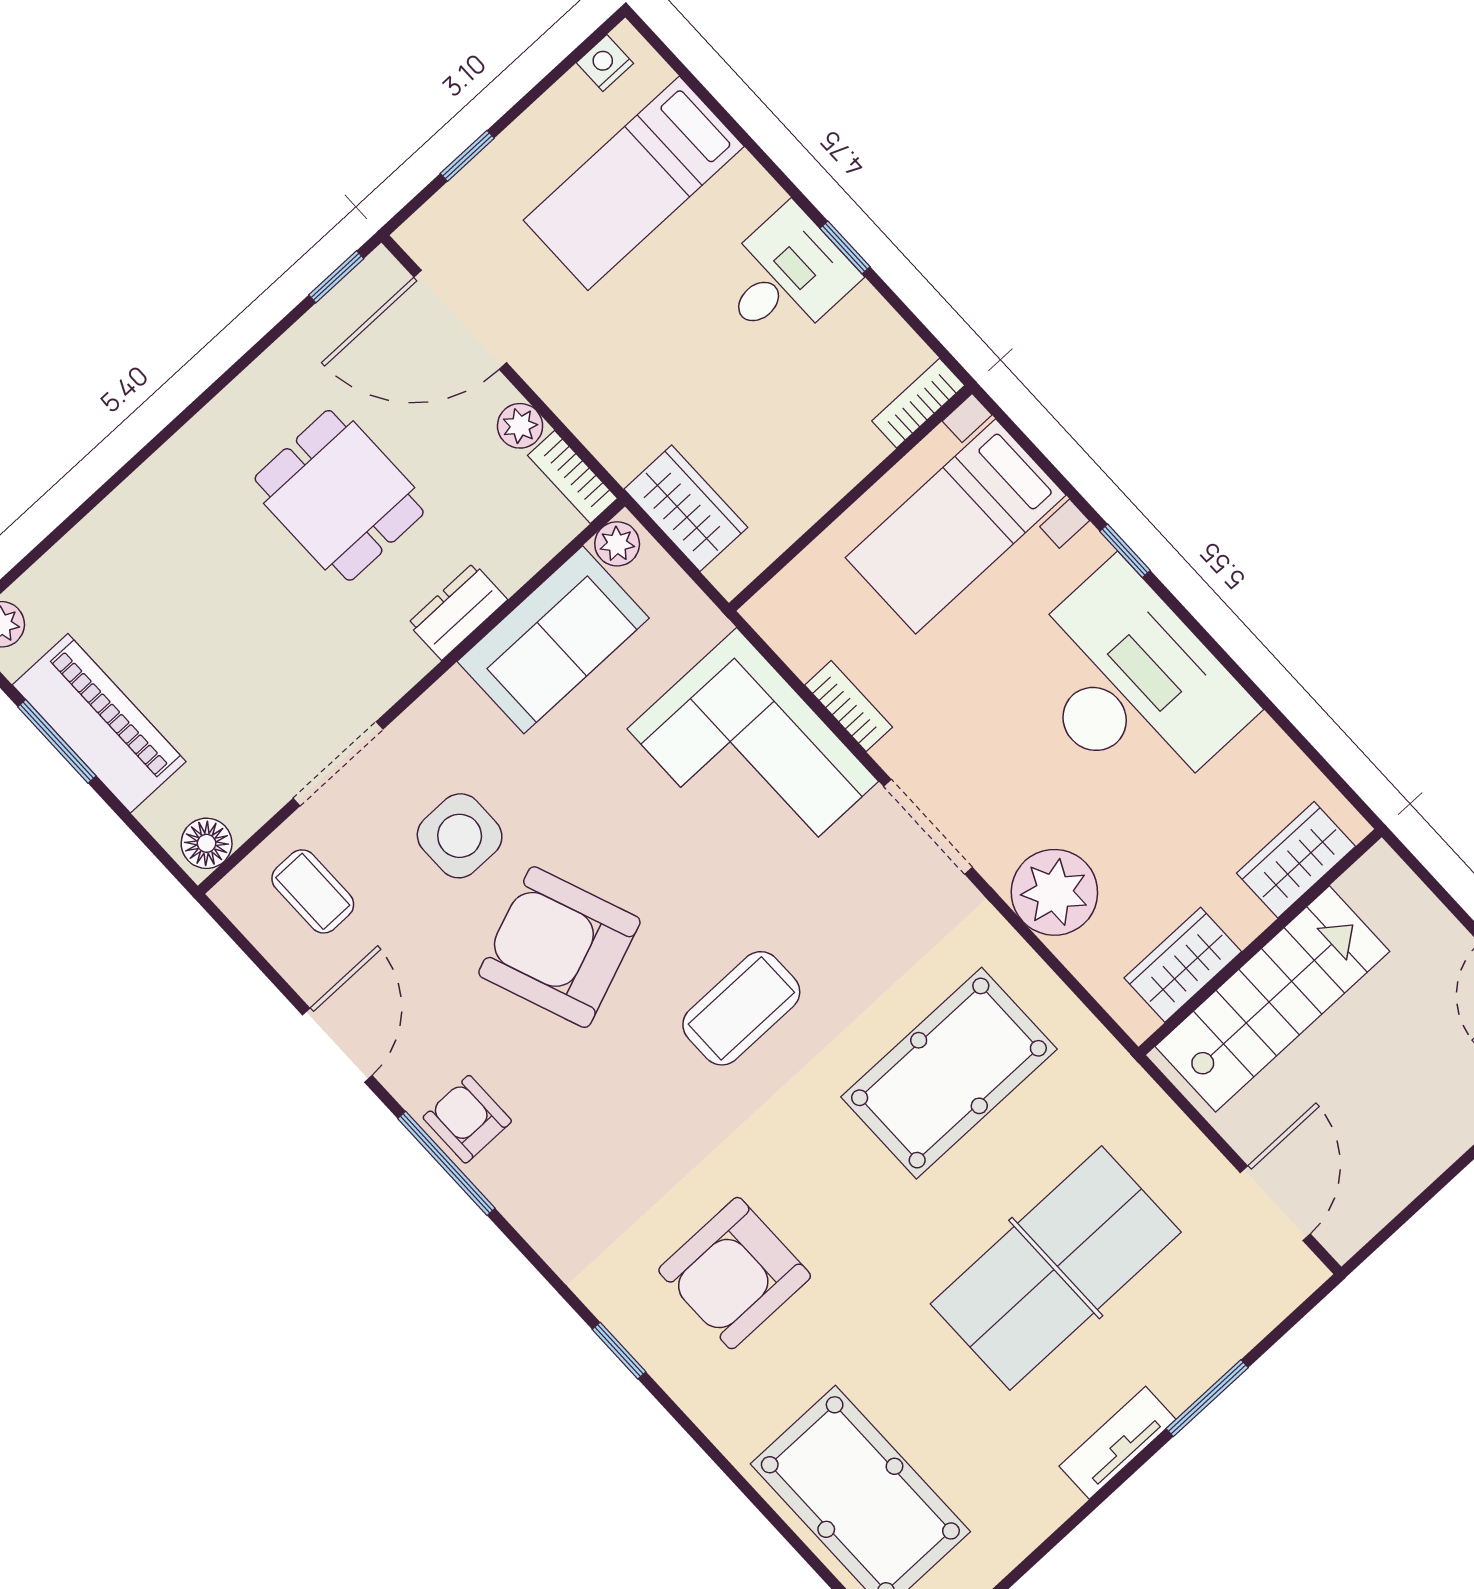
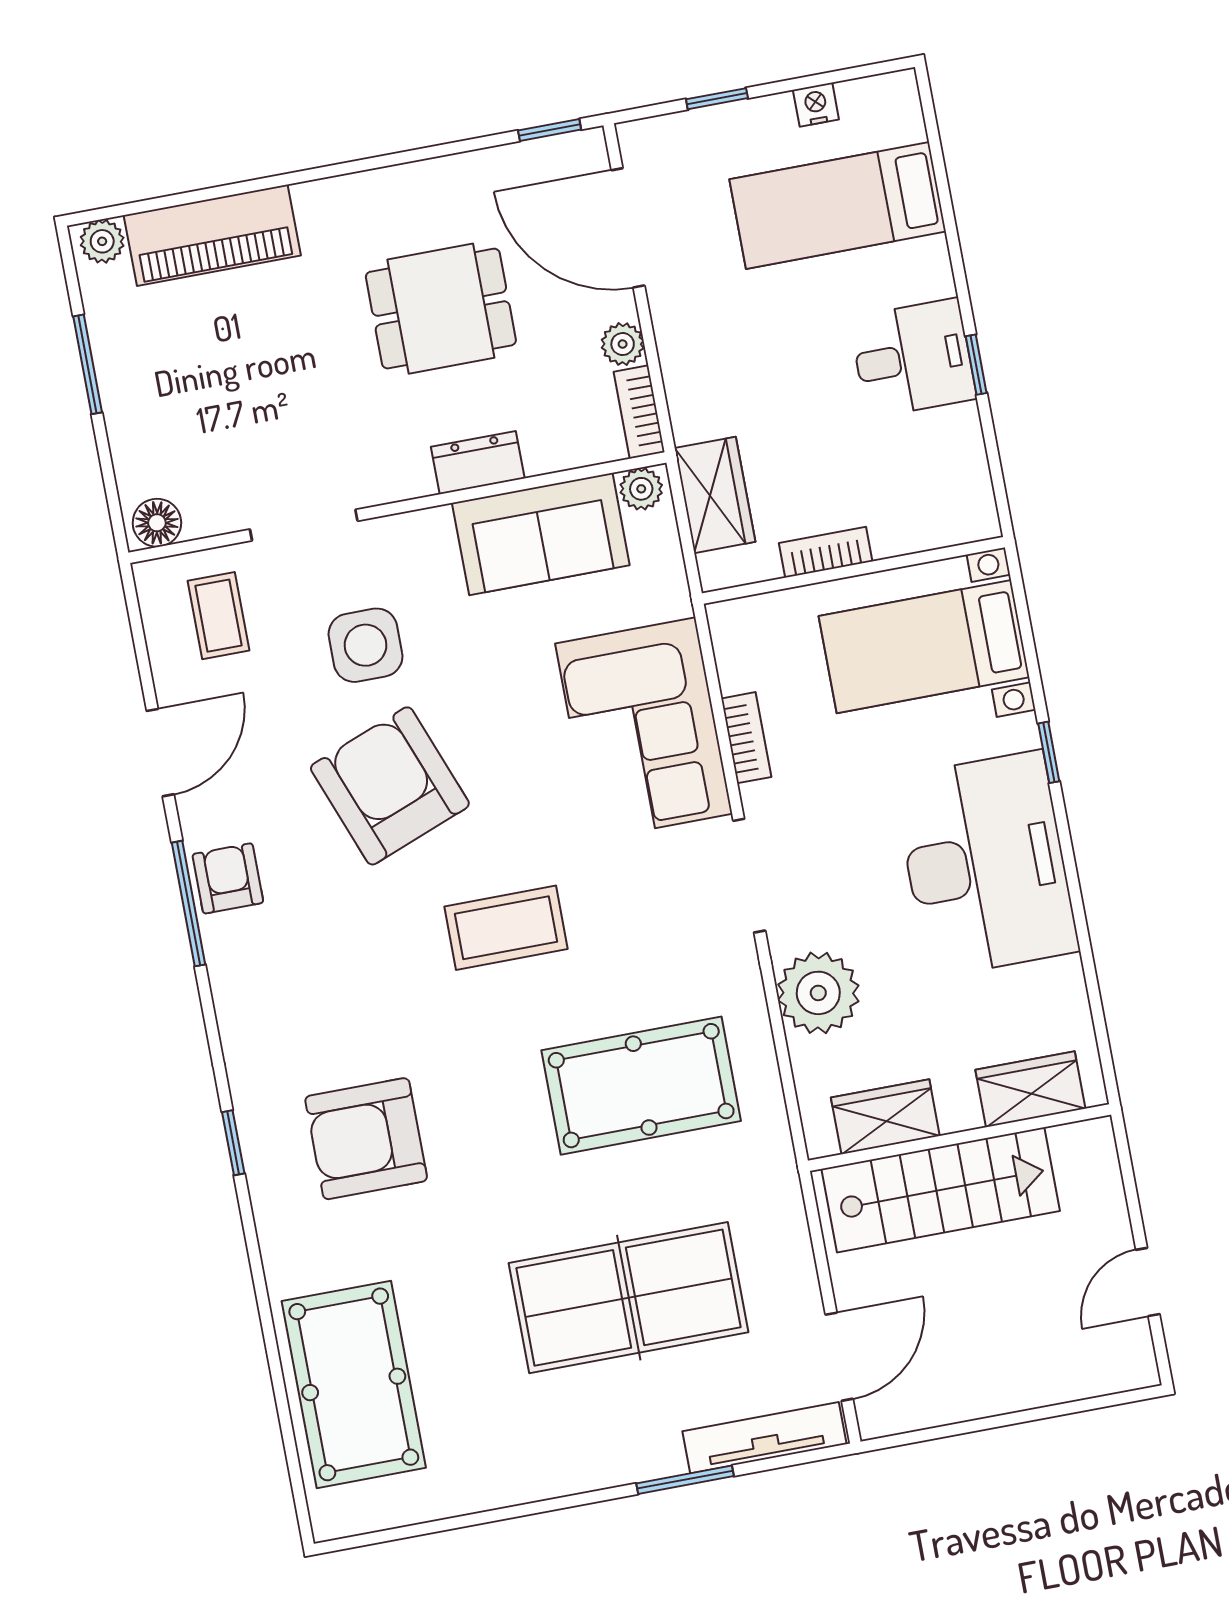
nightstand: (605, 63) -> (816, 105), moved
bookcase: (918, 403) -> (826, 552), moved
dining table: (339, 495) -> (441, 309), turned 90
piano: (99, 723) -> (212, 235), moved, turned 90
tv unit: (1118, 1443) -> (764, 1438), moved, width x1.41

